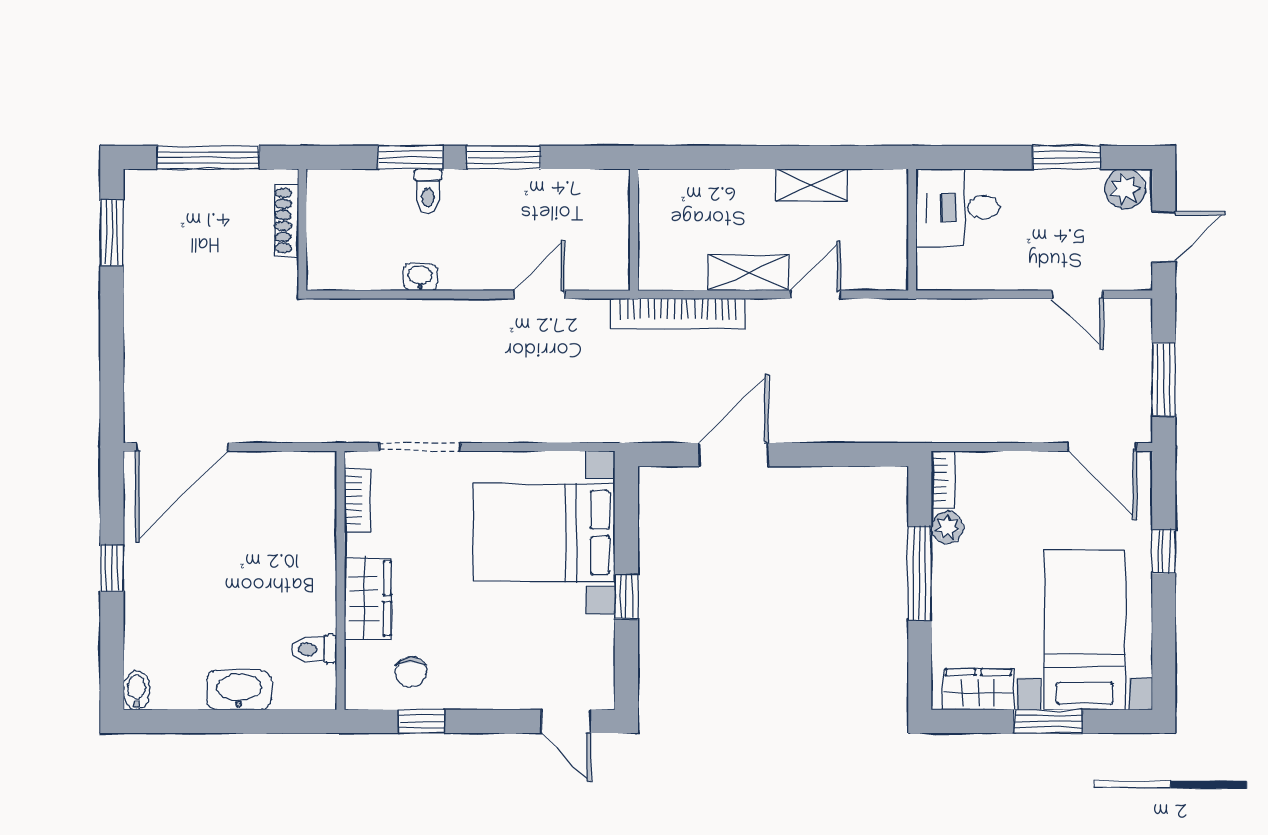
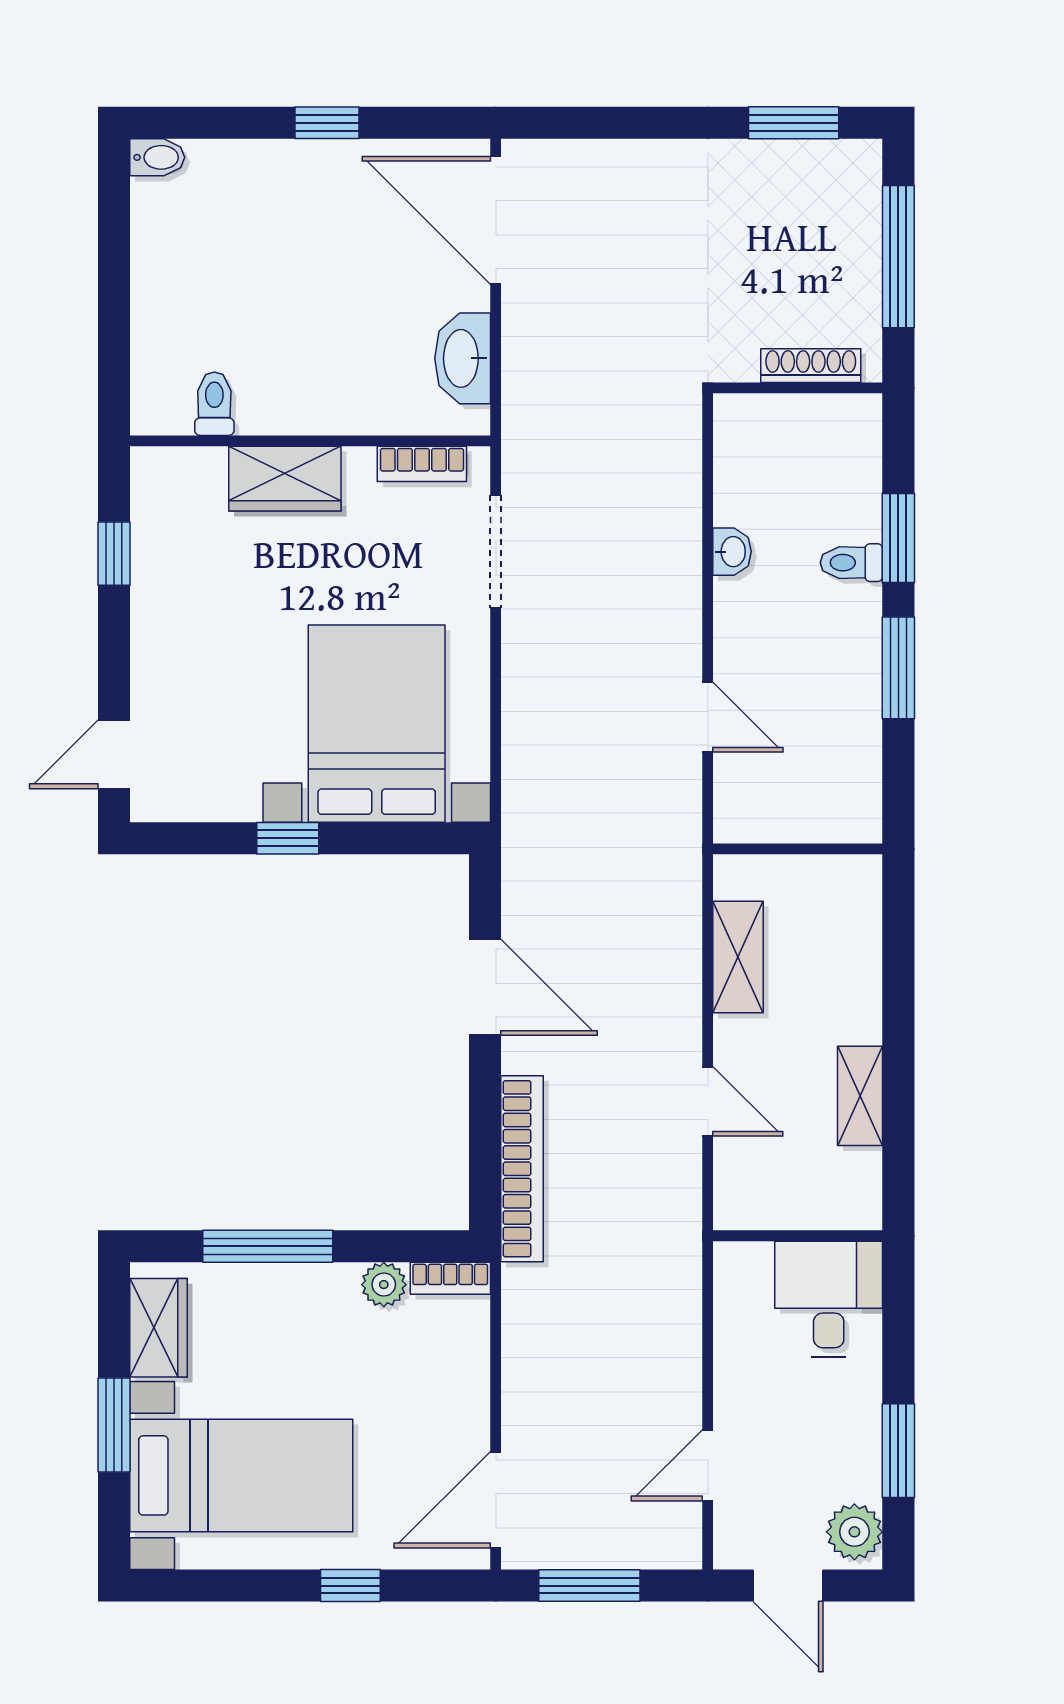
shelving: (748, 273) -> (738, 957), moved
bookcase: (678, 314) -> (522, 1169), moved, turned 180
window: (920, 573) -> (268, 1246), moved
chair: (411, 672) -> (183, 539), removed
washbasin: (239, 690) -> (463, 358), moved, turned 180

